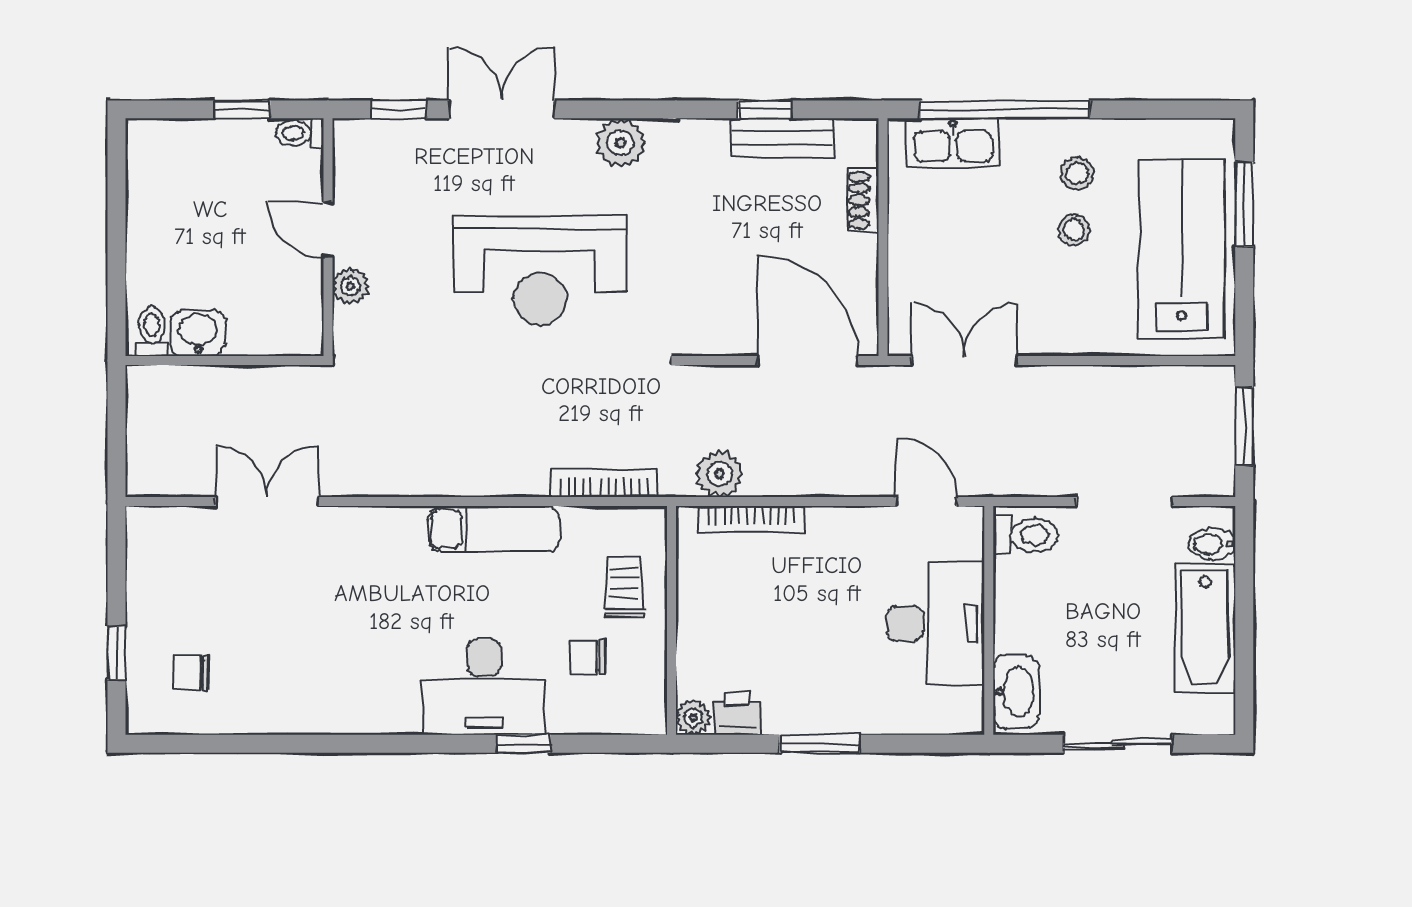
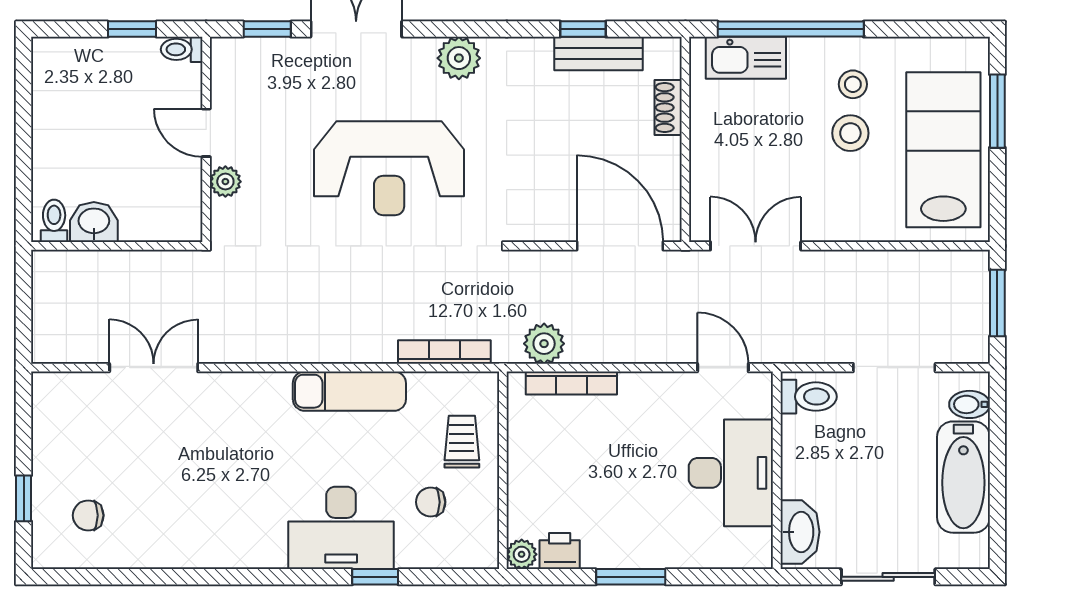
stool: (1074, 230) -> (850, 133), width x1.37, depth x1.37

